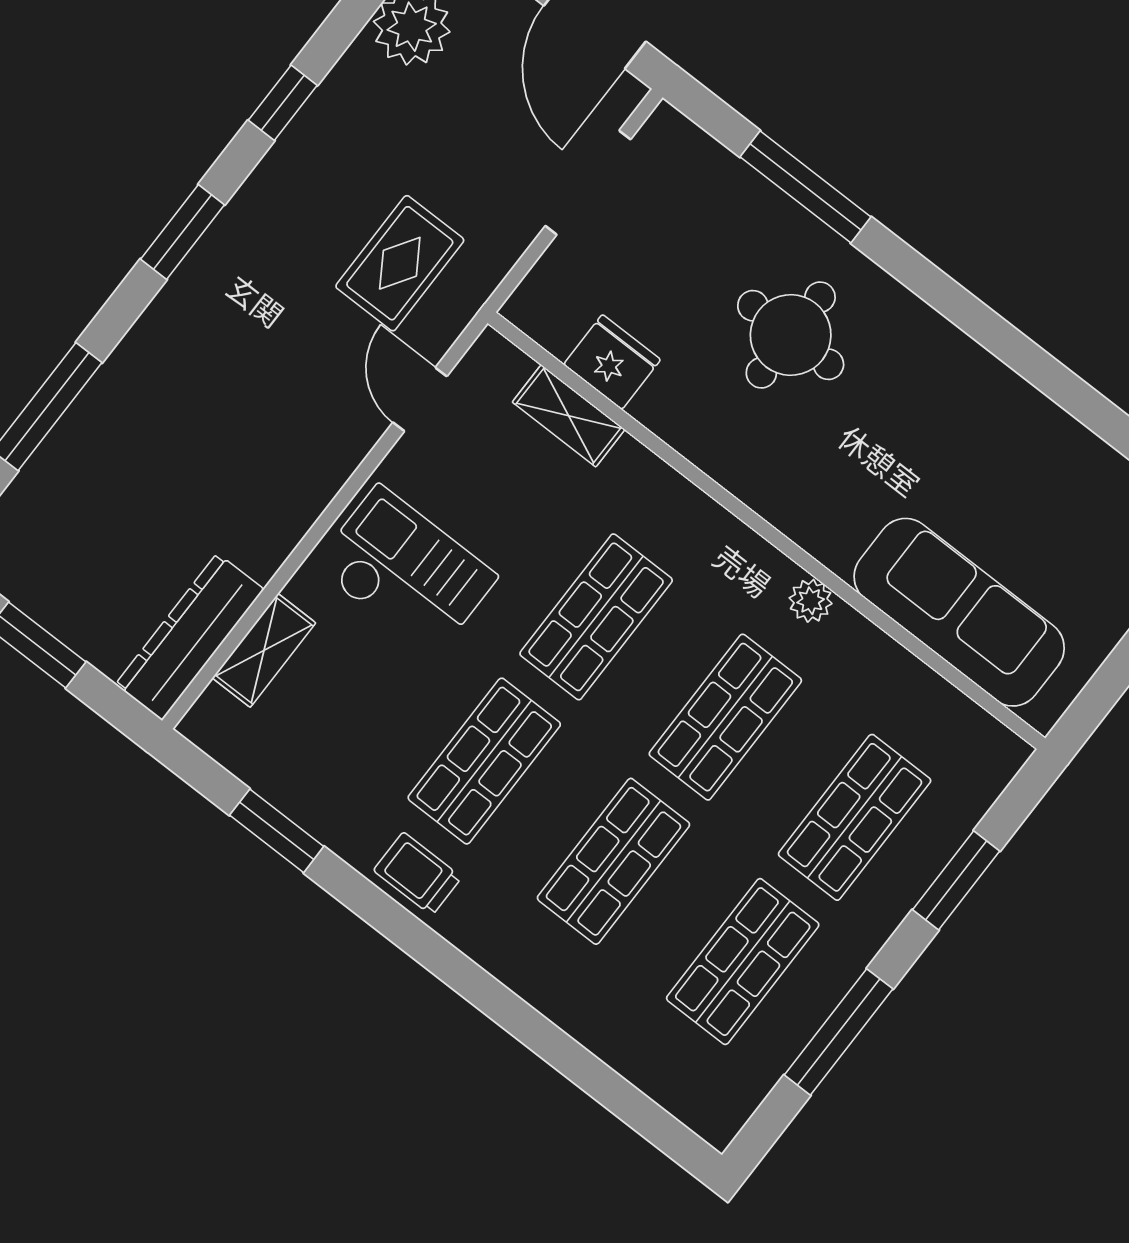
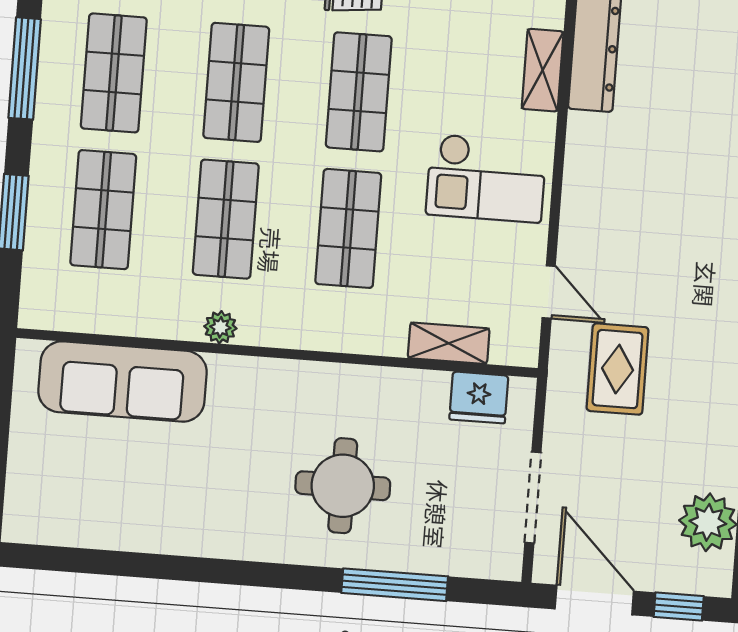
fridge: (612, 362) -> (479, 398), moved

